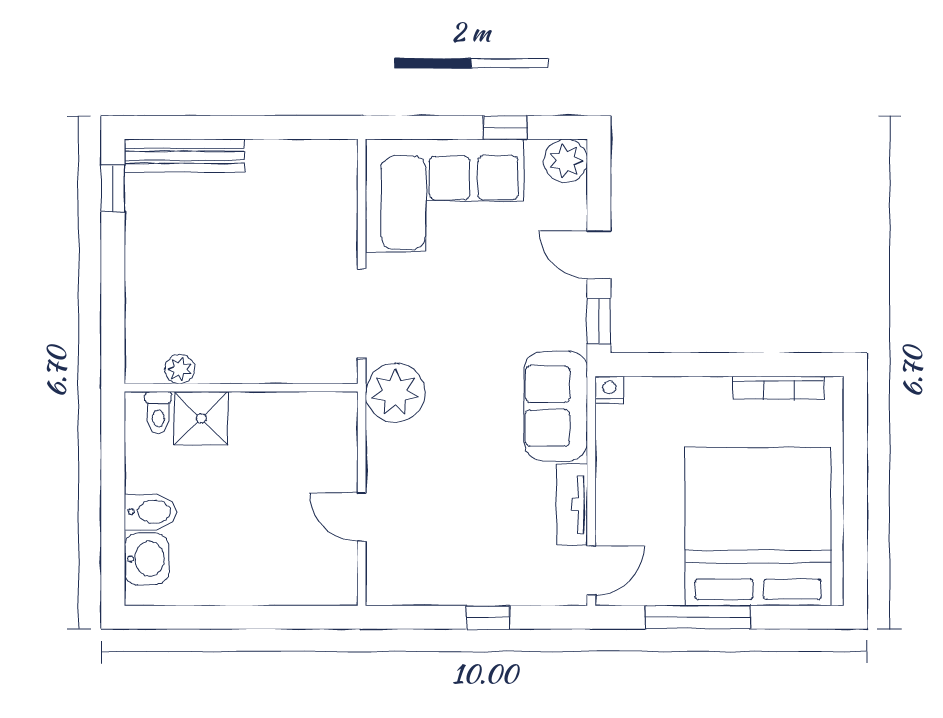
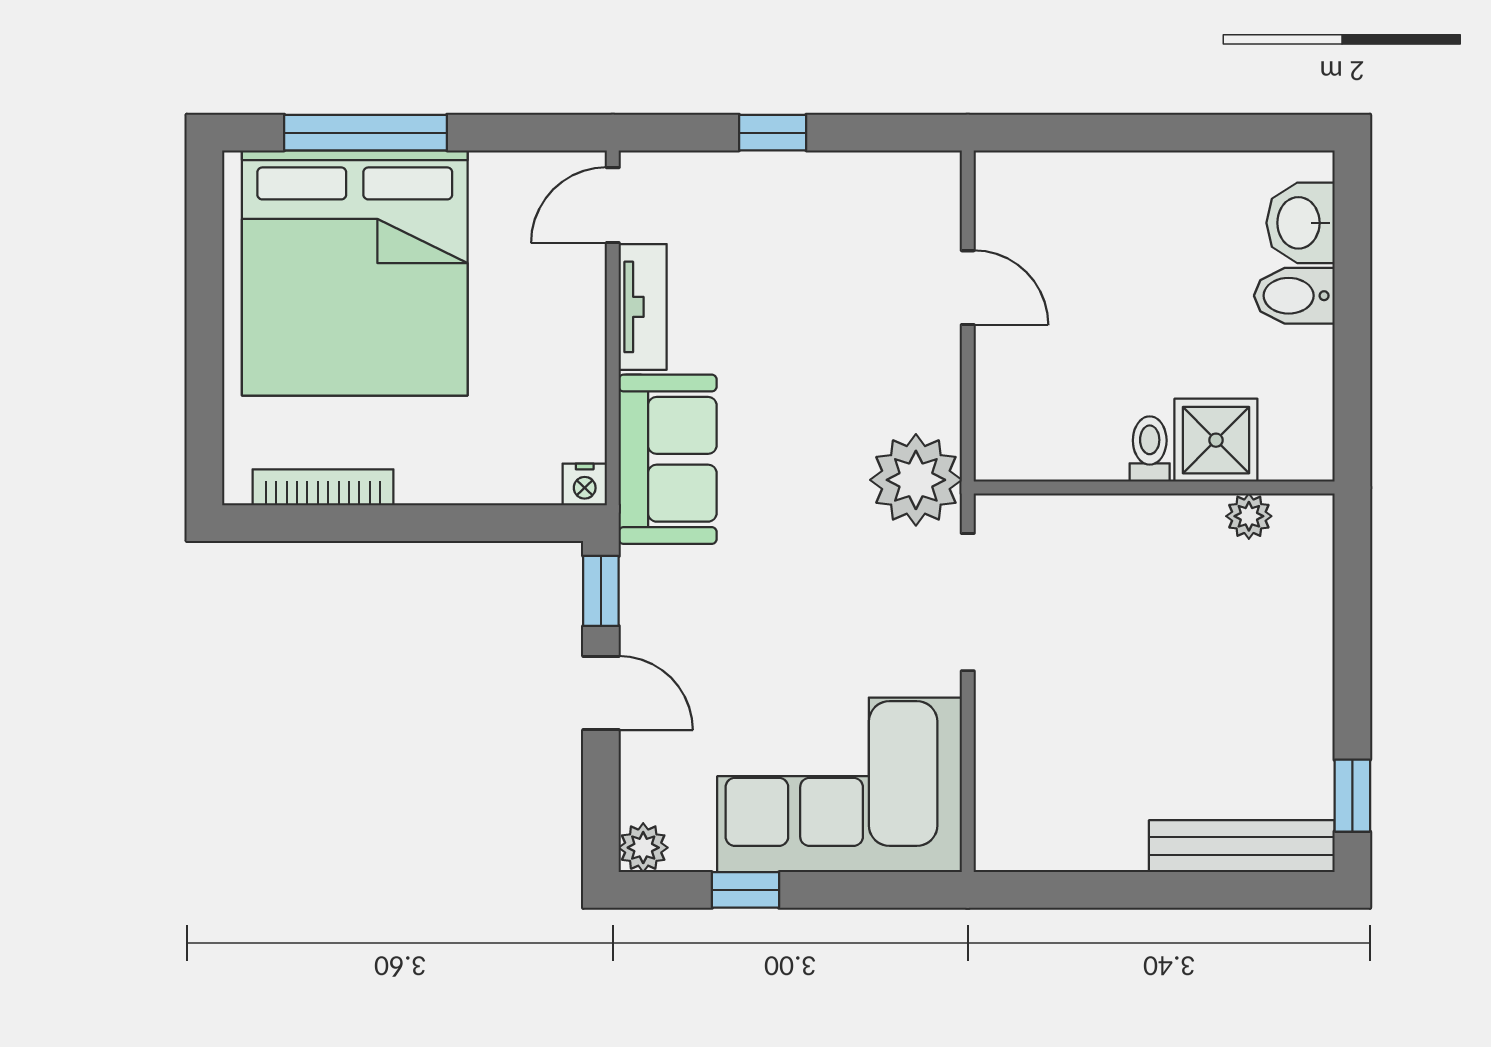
plant: (566, 161) -> (643, 848), width x0.73, depth x0.73
toilet: (158, 413) -> (1150, 449), moved
window: (698, 617) -> (366, 133), moved

